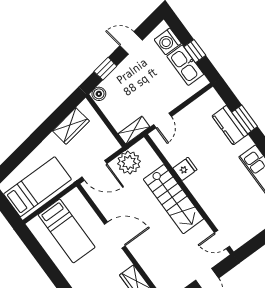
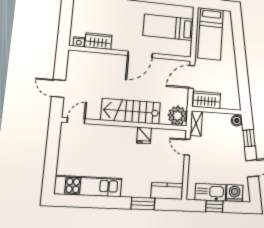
kitchen counter: (230, 125) -> (167, 191), moved
wardrobe: (71, 126) -> (207, 100), moved, turned 99
plant: (129, 163) -> (178, 116), moved

